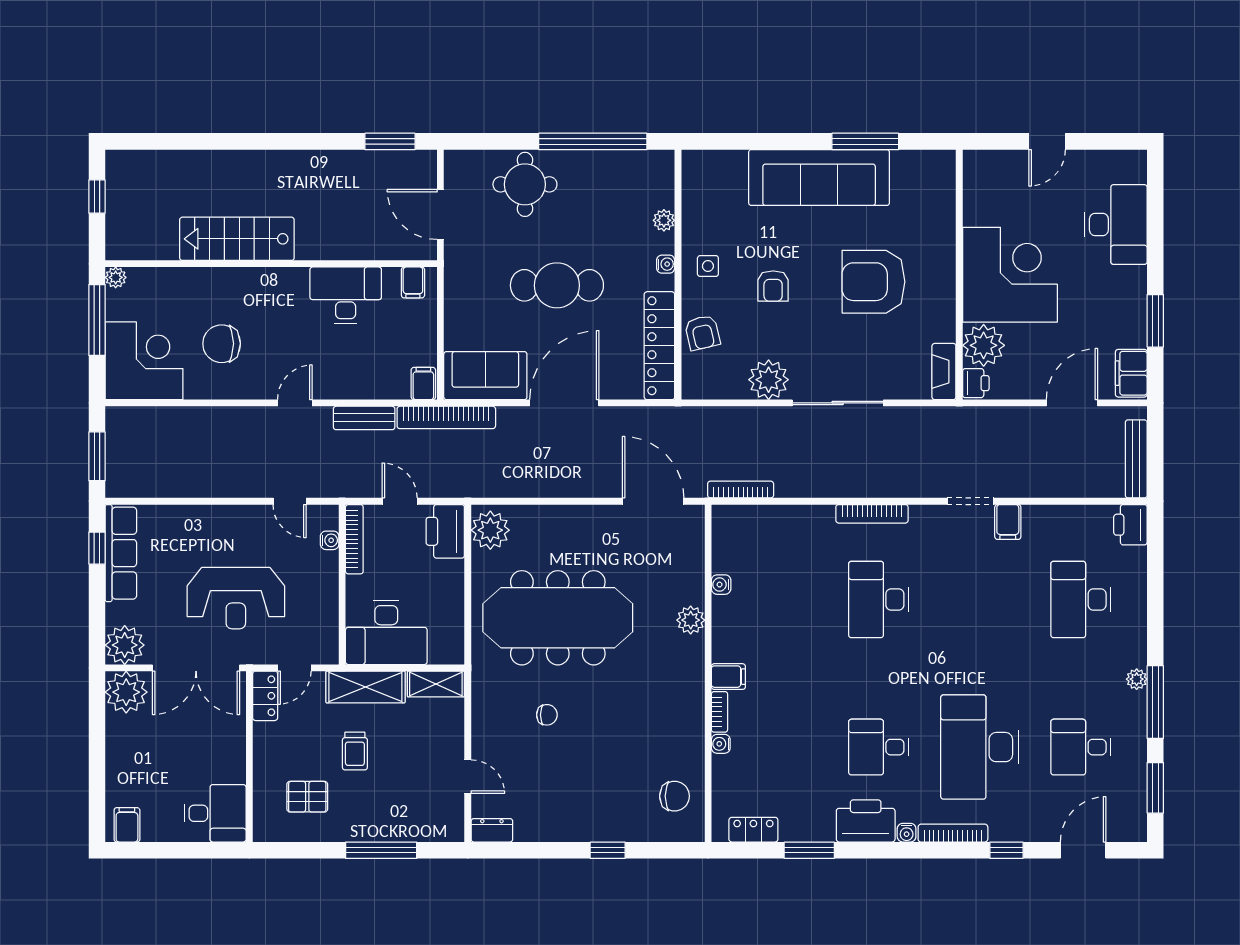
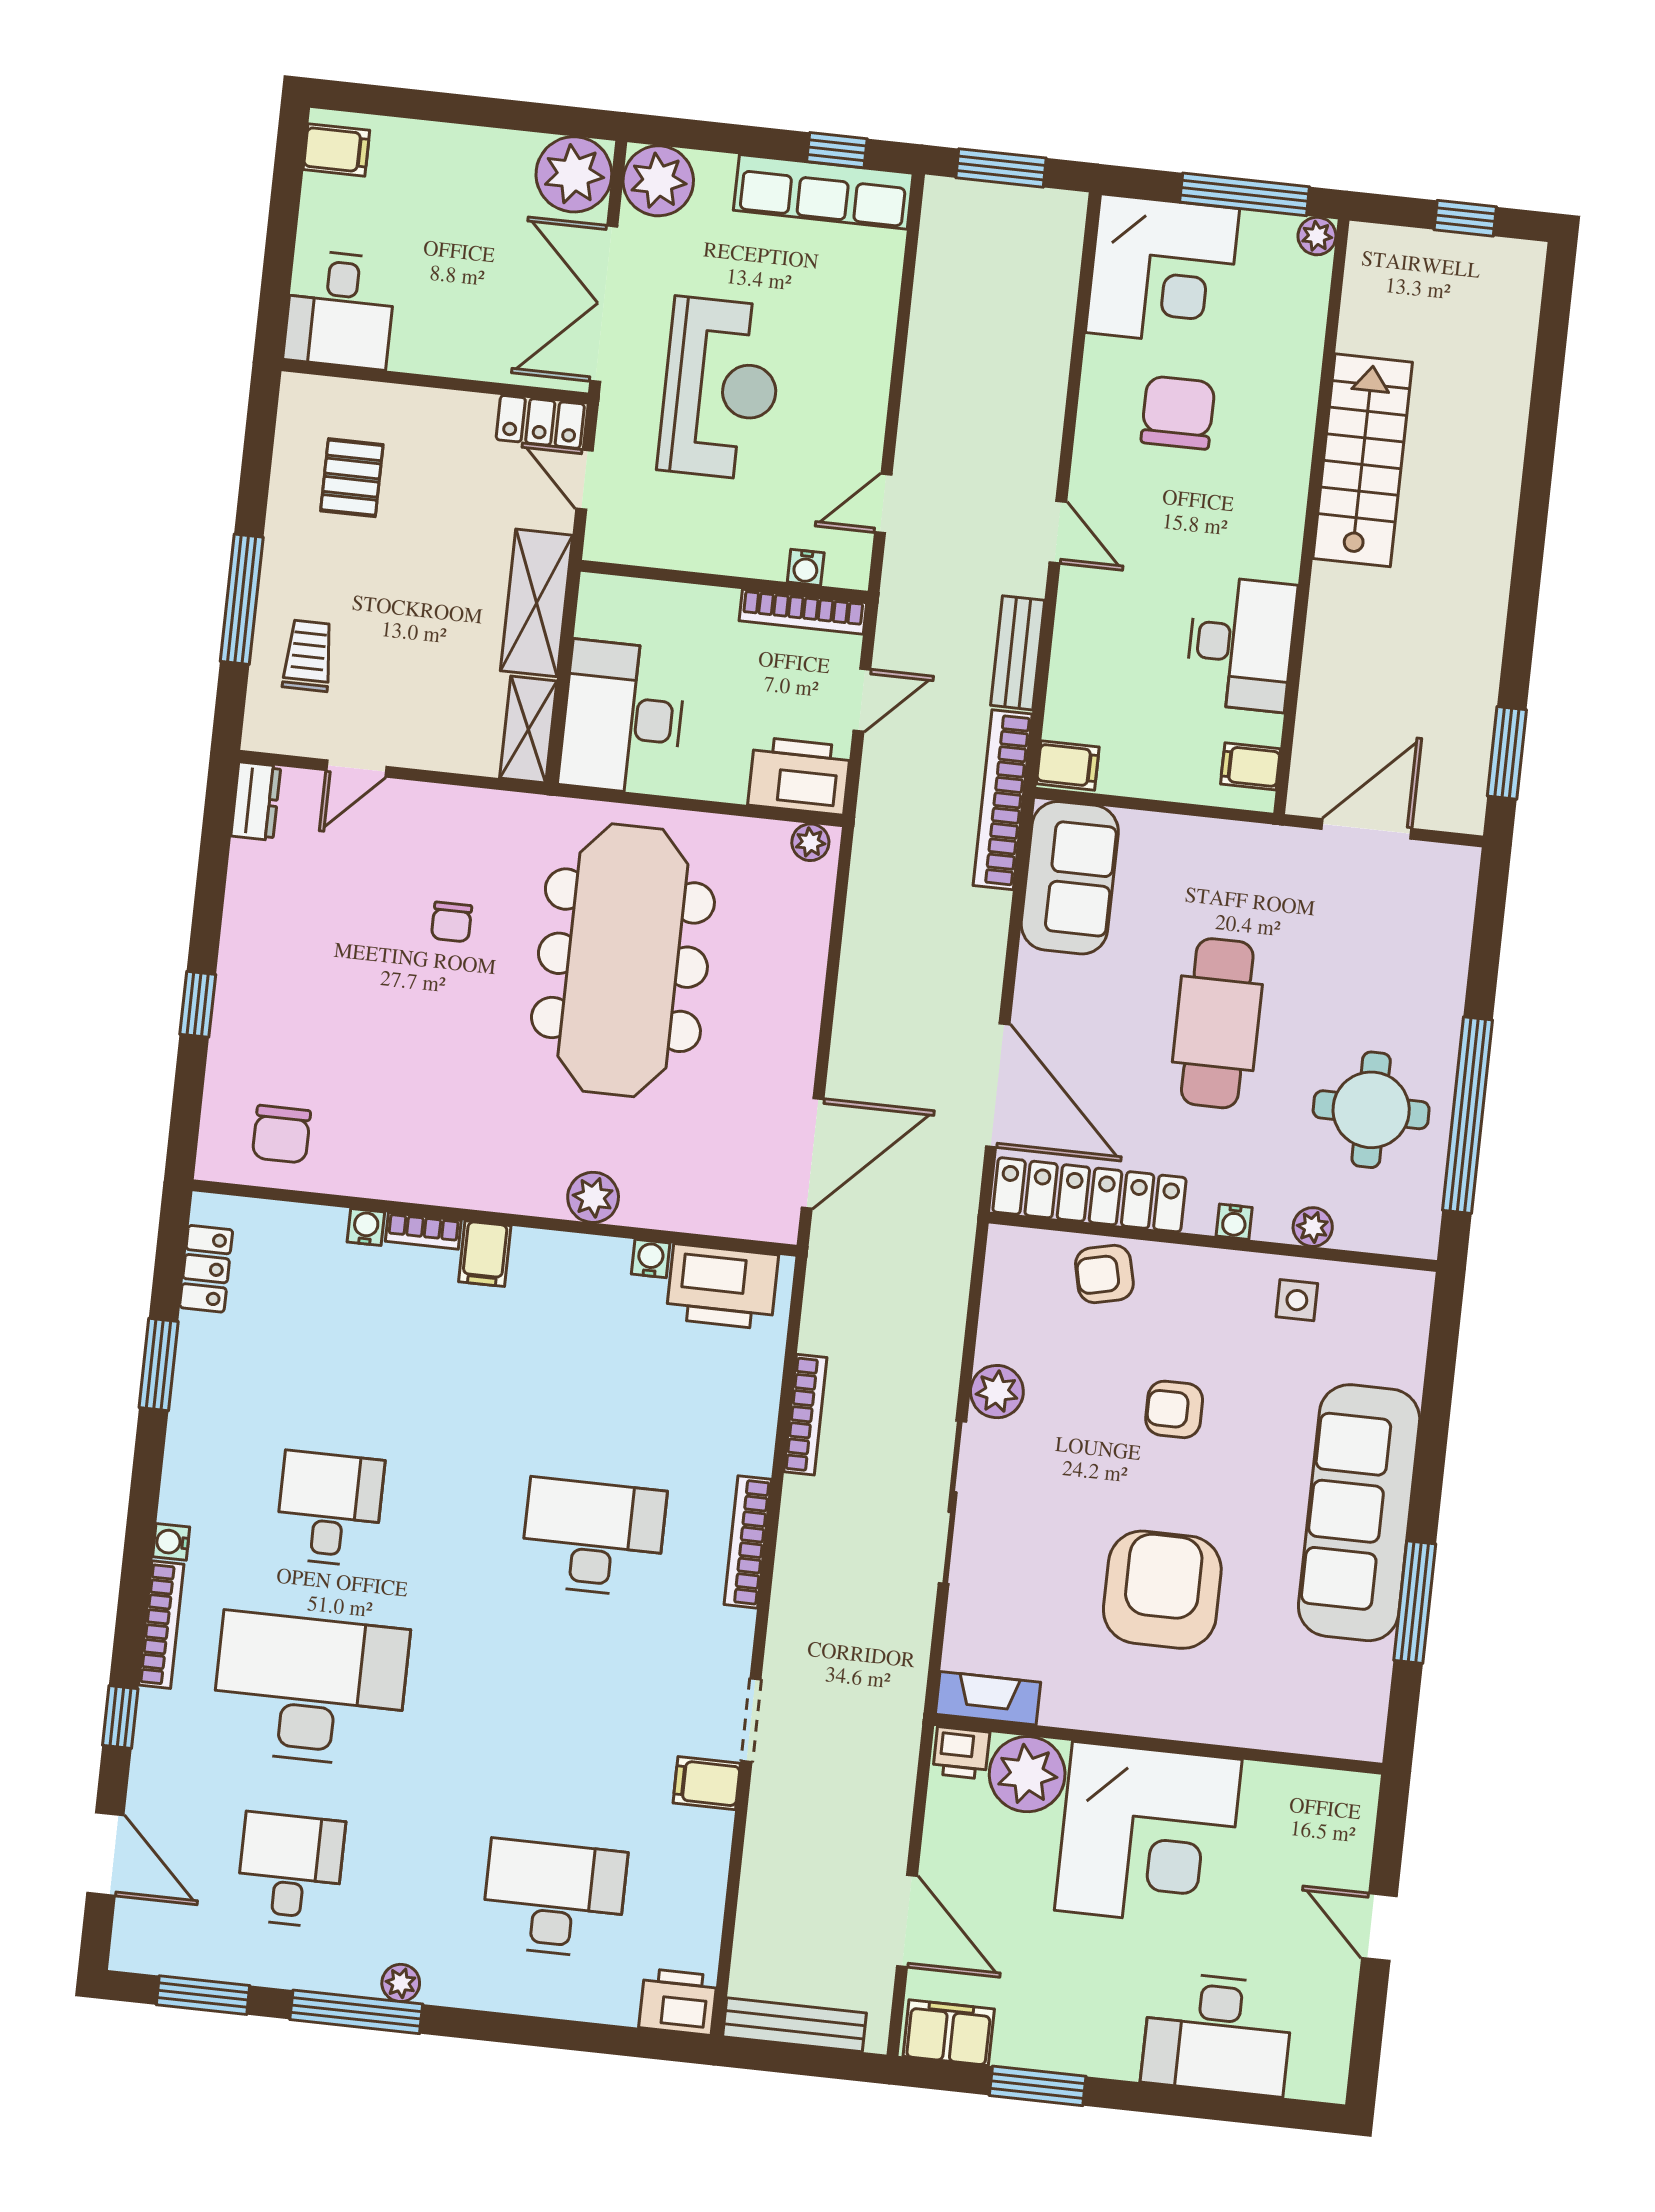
round table: (525, 184) -> (1371, 1110), moved
side table: (708, 266) -> (1297, 1300), moved
plant: (769, 380) -> (997, 1392), width x0.73, depth x0.73
door: (564, 403) -> (998, 1085), moved
bookcase: (741, 490) -> (805, 1415), moved
plant: (490, 530) -> (810, 842), width x0.53, depth x0.53
reception desk: (236, 598) -> (721, 389), turned 180
desk: (386, 632) -> (623, 718), moved
trolley: (355, 751) -> (308, 656), moved, turned 90
printer: (866, 821) -> (722, 1287), moved, turned 90

